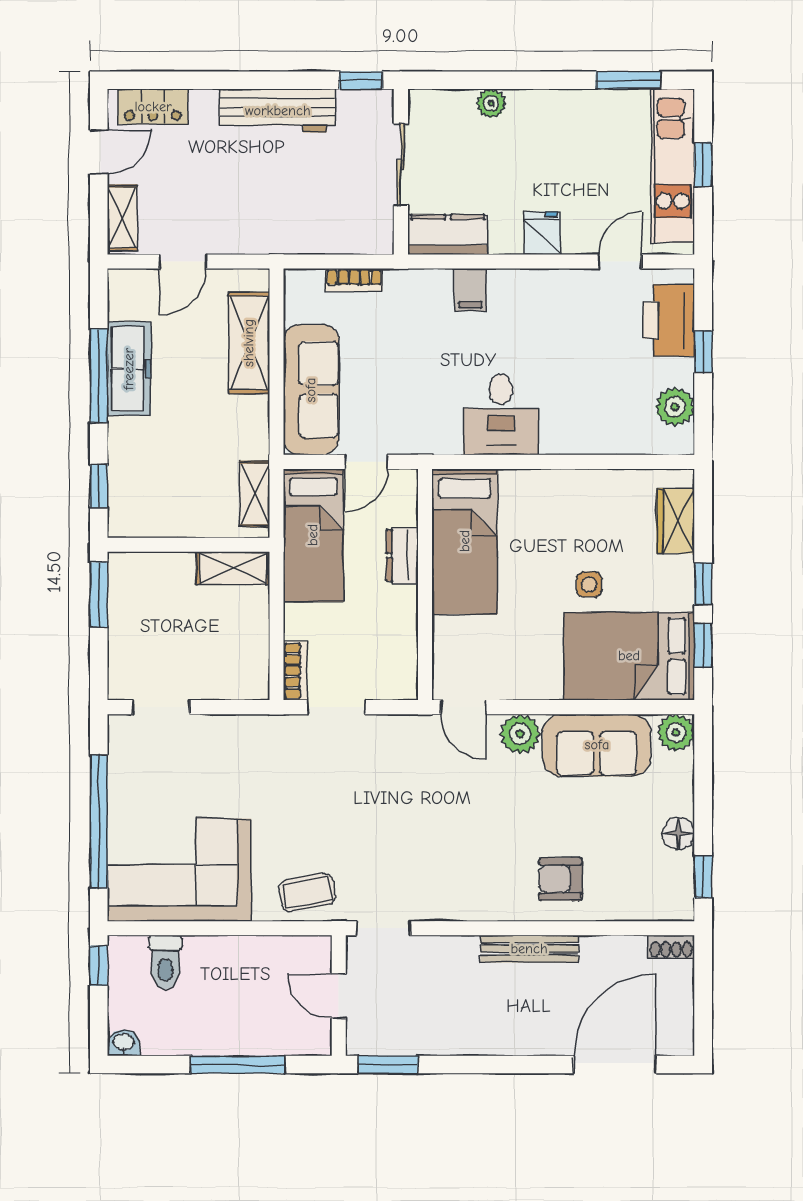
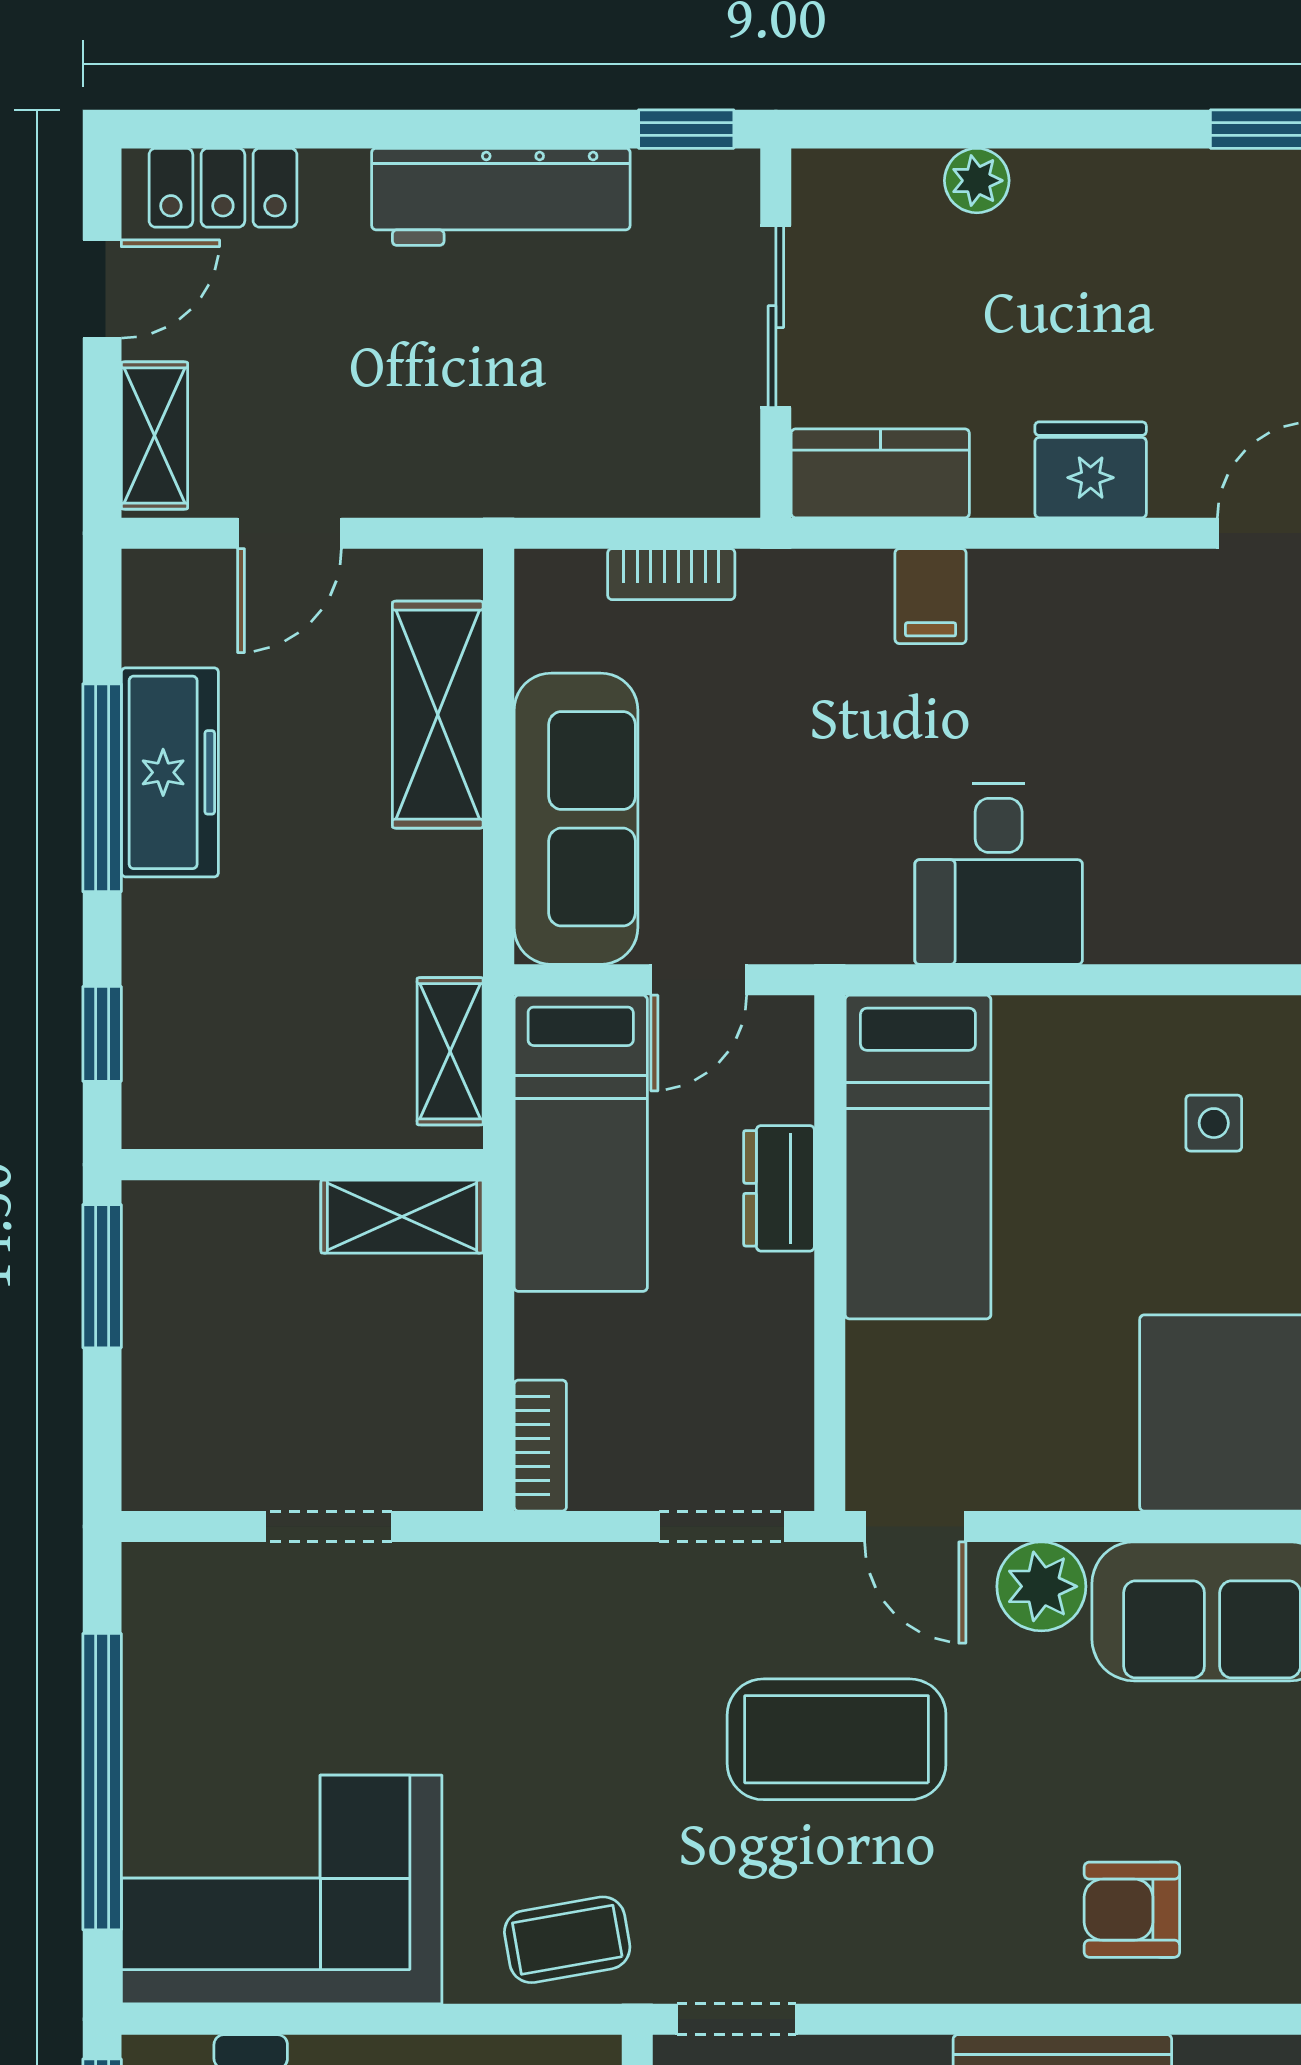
fridge: (542, 233) -> (1091, 470), width x1.38
side table: (589, 584) -> (1214, 1123), moved
doorway: (161, 707) -> (329, 1527), moved
doorway: (336, 707) -> (722, 1527), moved
coffee table: (428, 803) -> (837, 1739), added

